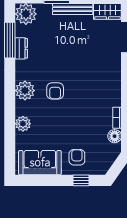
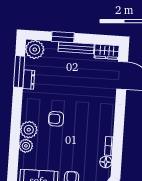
plant: (25, 91) -> (29, 130), moved
armchair: (55, 91) -> (56, 119), turned 90

